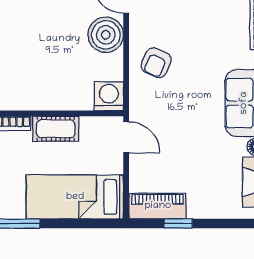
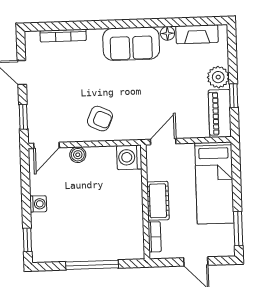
boiler: (106, 35) -> (78, 155), width x0.54, depth x0.54
plant: (201, 206) -> (218, 77), added

